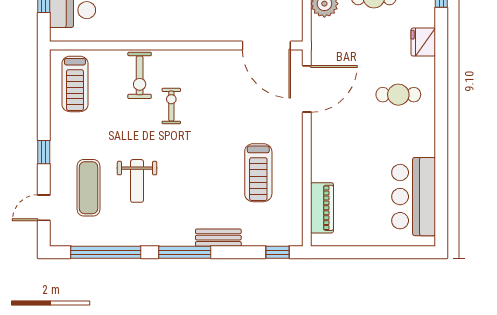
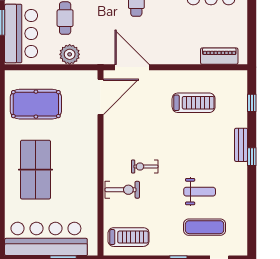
bench: (218, 238) -> (241, 145), moved
window: (106, 252) -> (252, 215), removed
window: (185, 252) -> (252, 157), width x0.46
window: (278, 252) -> (252, 103), moved

